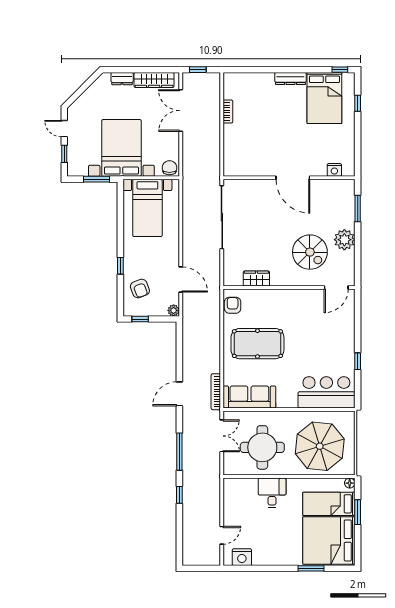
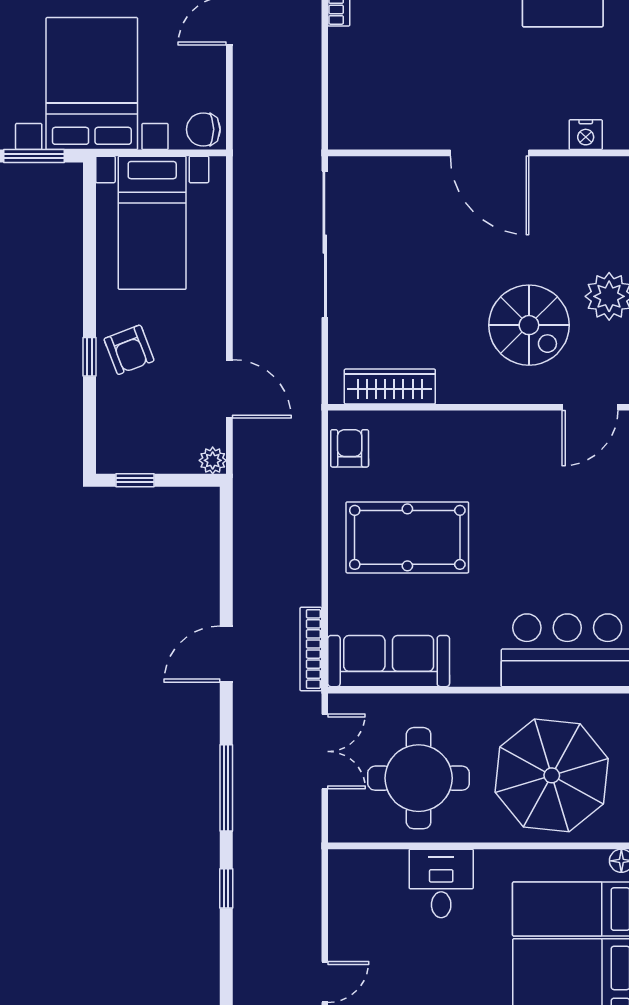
chair: (169, 168) -> (203, 129), turned -90
wardrobe: (256, 279) -> (390, 386), width x1.50
armchair: (140, 289) -> (129, 350), moved

